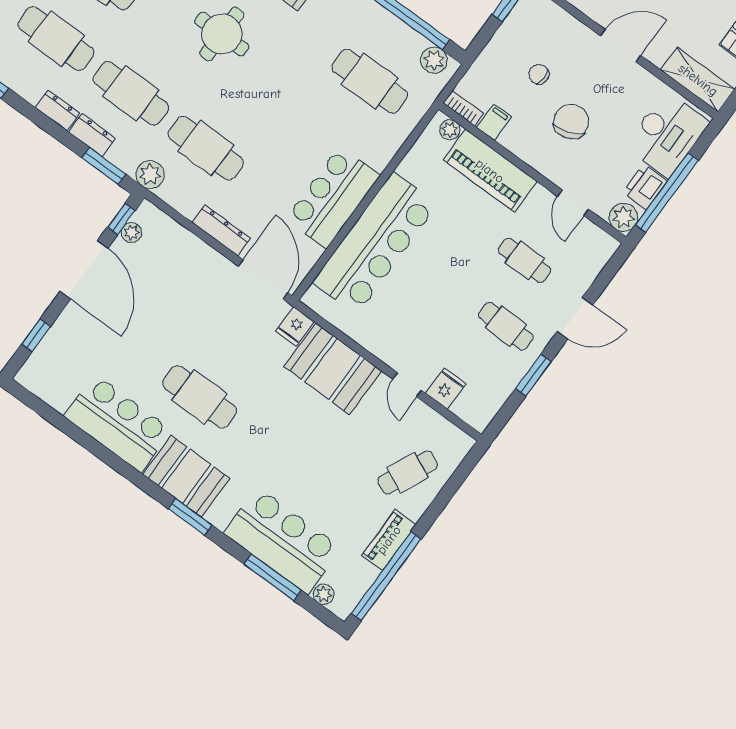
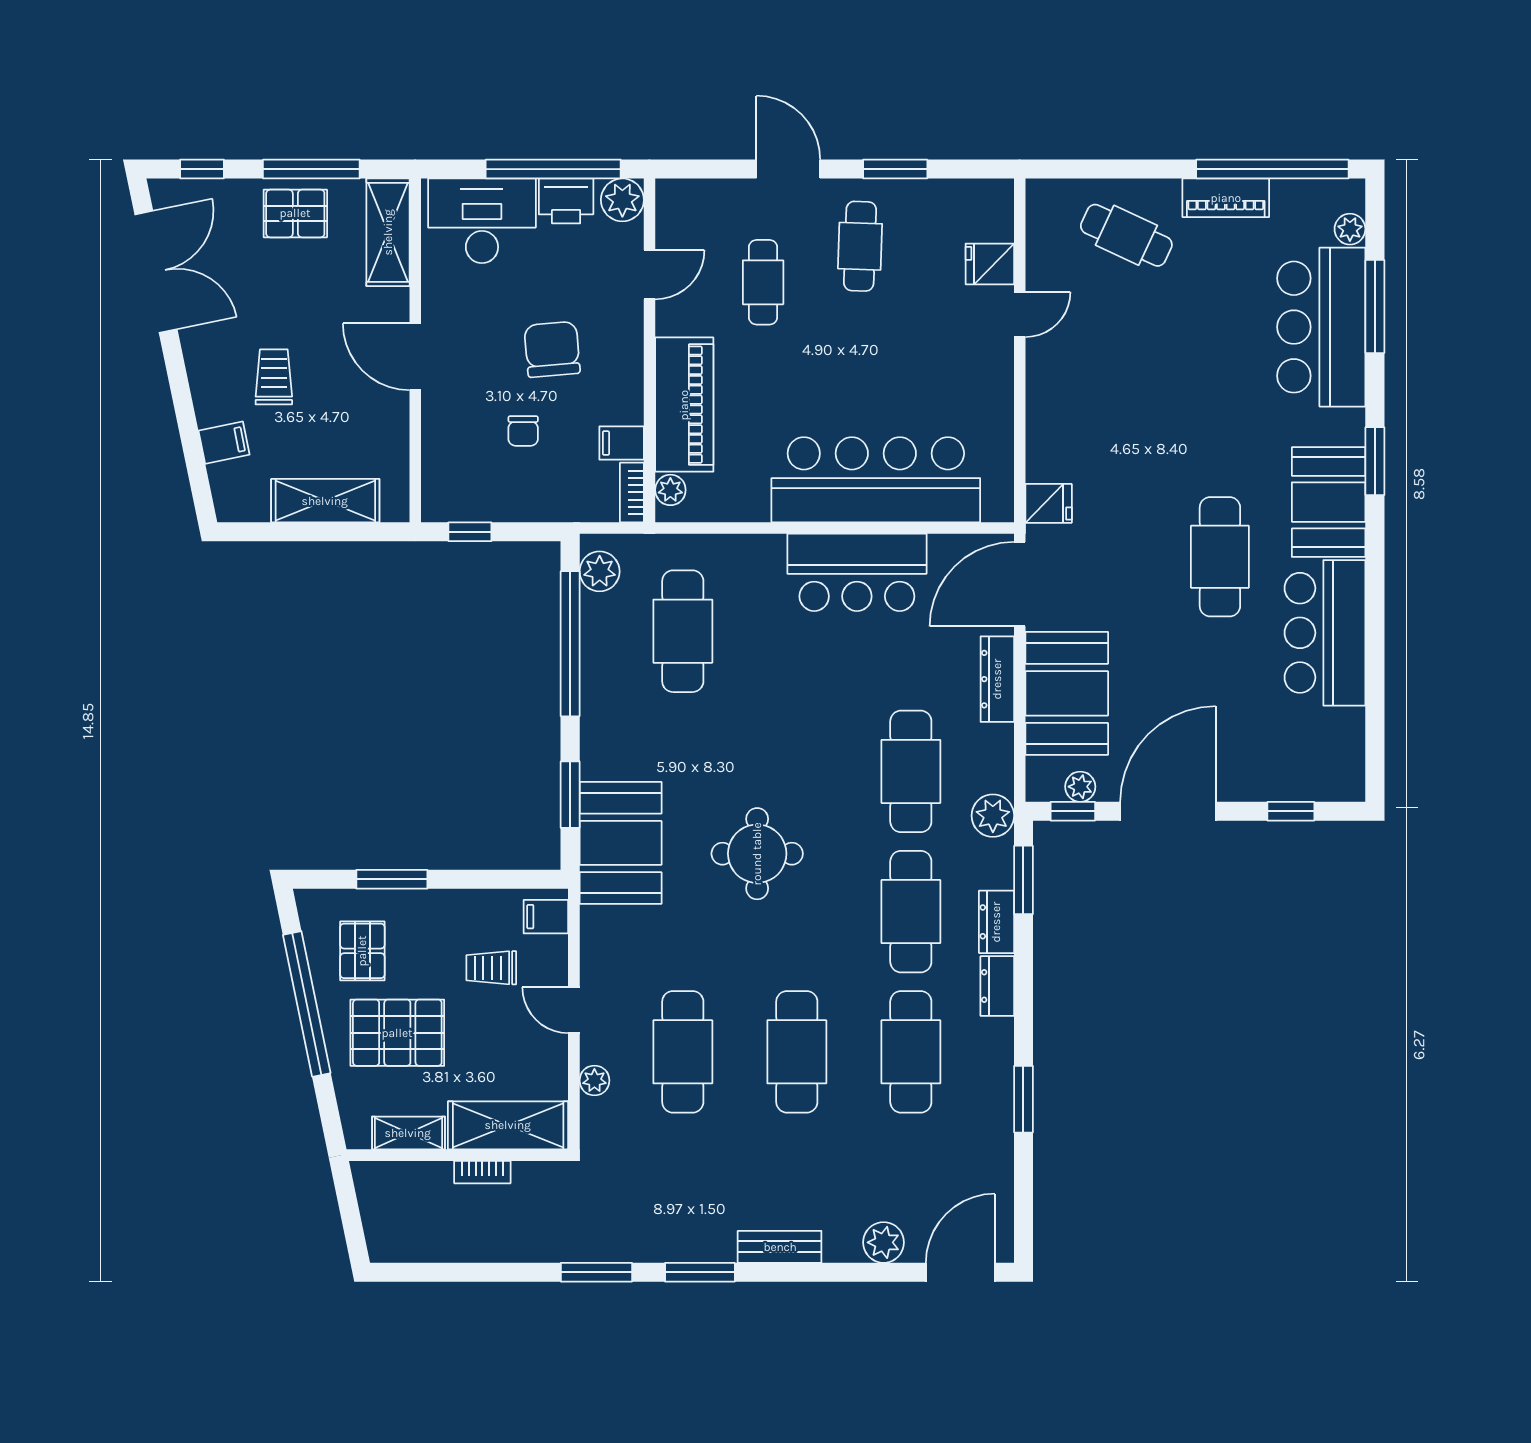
chair: (571, 122) -> (552, 349), turned 104
booth: (333, 369) -> (1067, 693), moved

